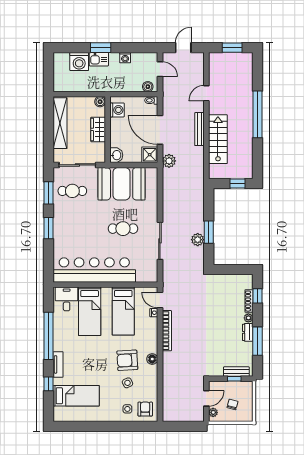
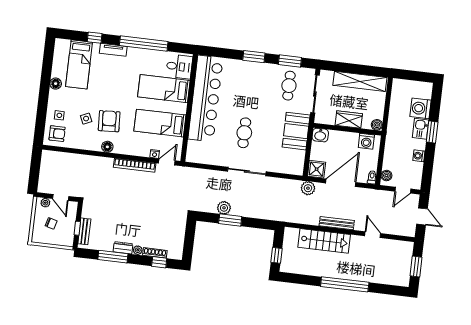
booth: (122, 184) -> (296, 131), width x0.73, depth x0.70
sliding door: (160, 241) -> (247, 171), moved
floor lamp: (97, 416) -> (56, 84), added

